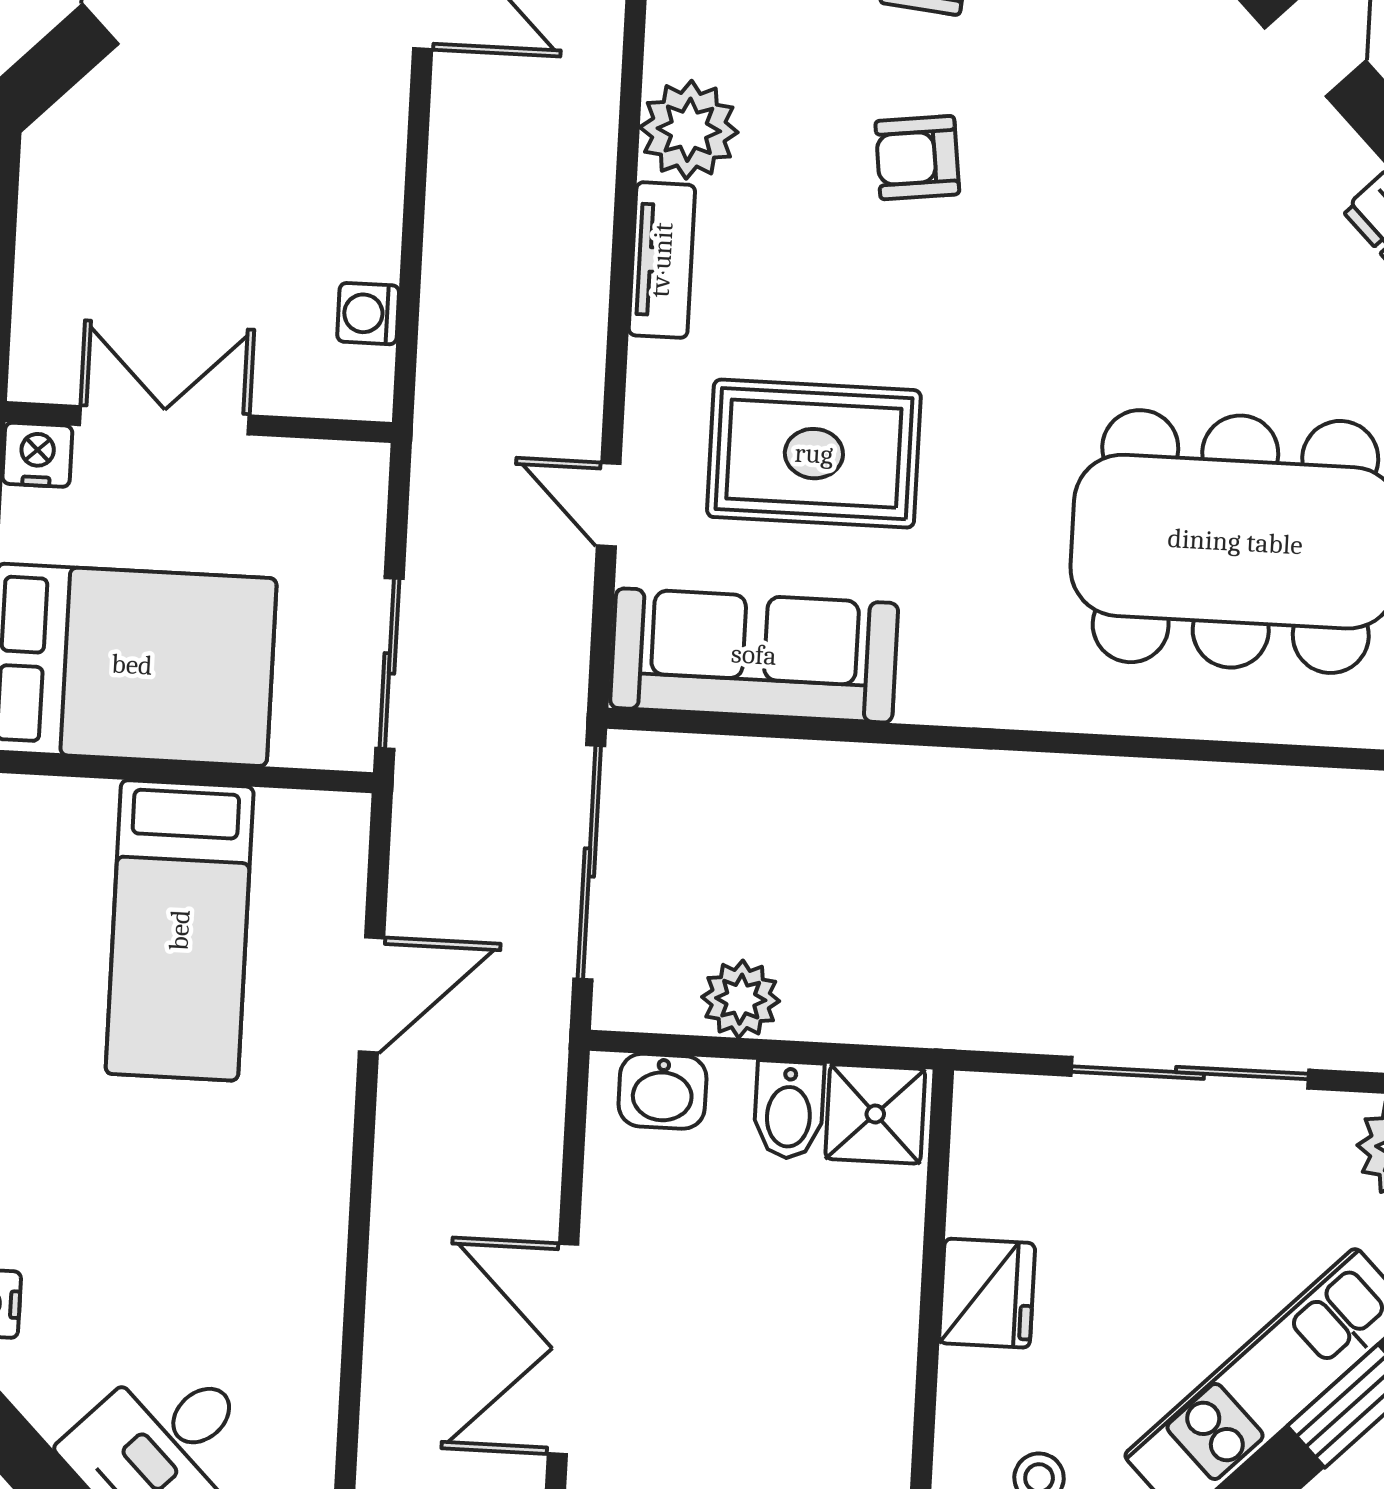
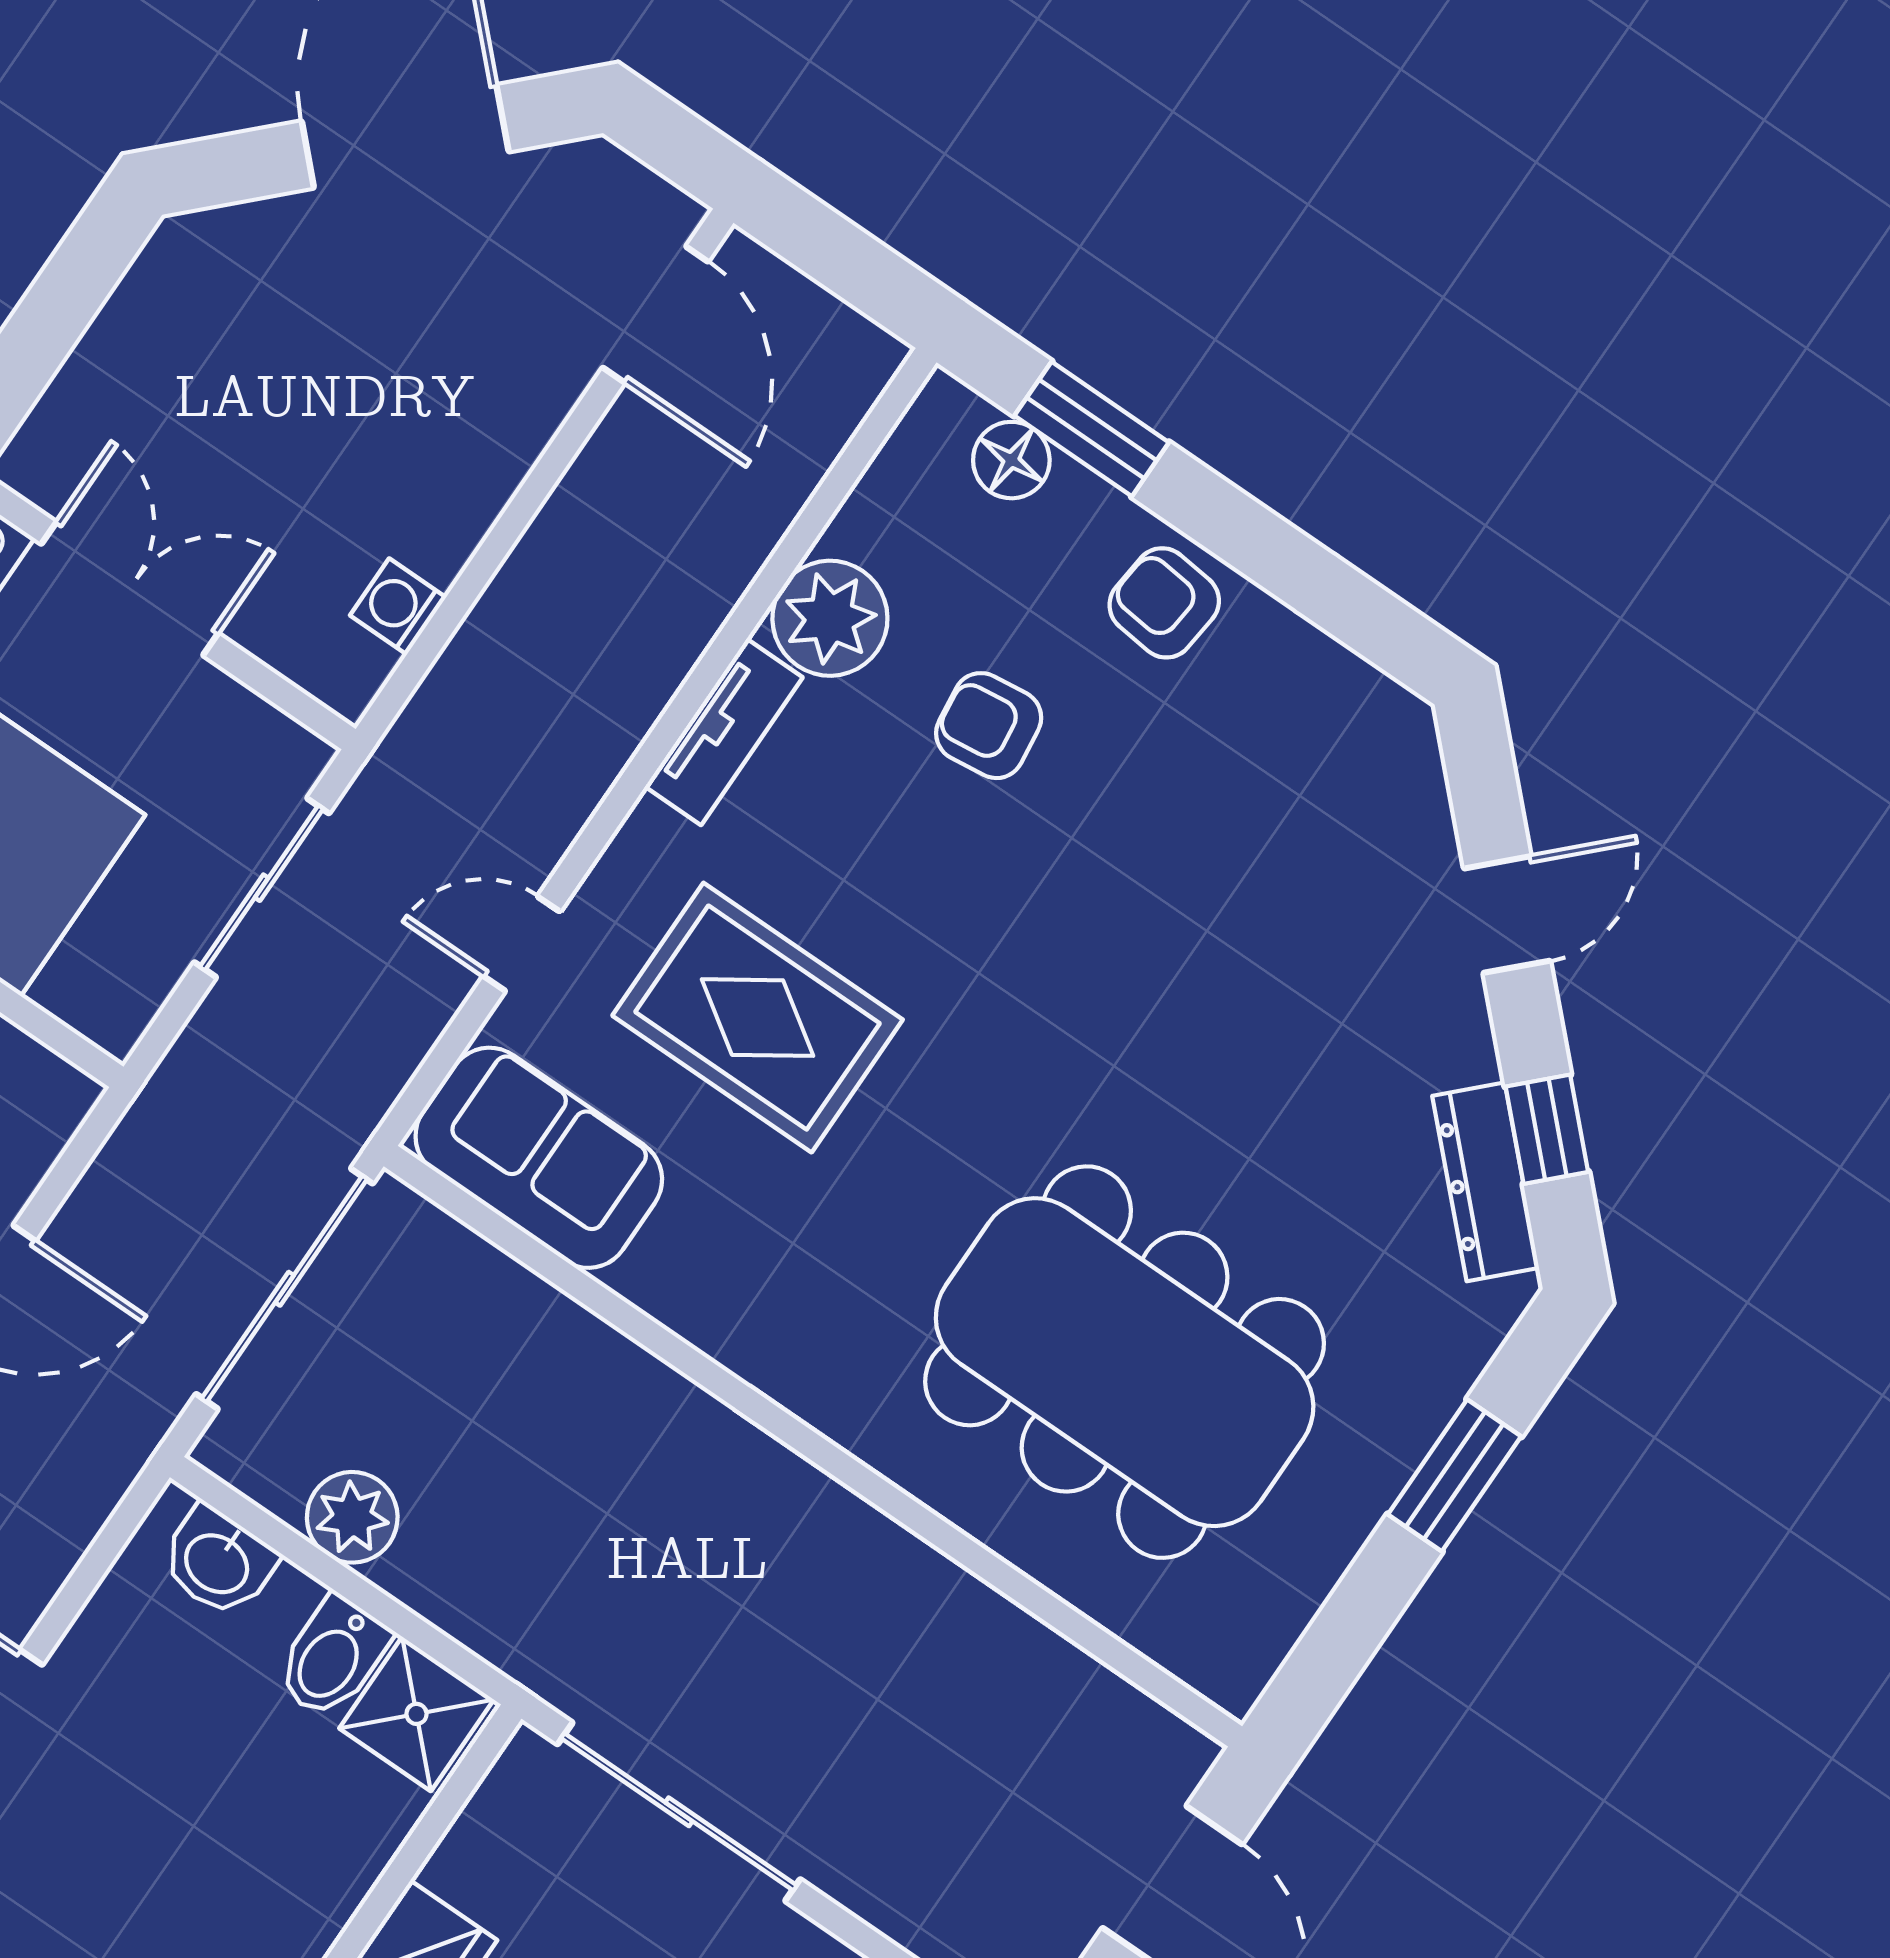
armchair: (917, 158) -> (989, 726), moved
door: (609, 505) -> (522, 944), hinge flipped
sofa: (754, 655) -> (539, 1158), width x0.73
sliding door: (389, 663) -> (262, 888), moved
sliding door: (1190, 1073) -> (679, 1812), moved

